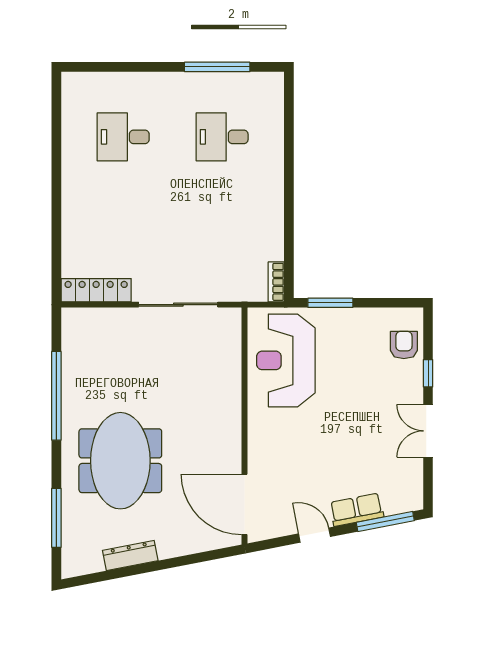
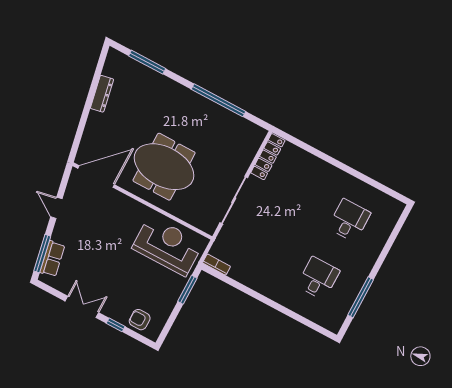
armchair: (404, 345) -> (140, 320), turned 180
meeting table: (120, 461) -> (164, 167), moved
row of seats: (357, 510) -> (52, 259), moved
door: (314, 535) -> (56, 208), swing flipped

